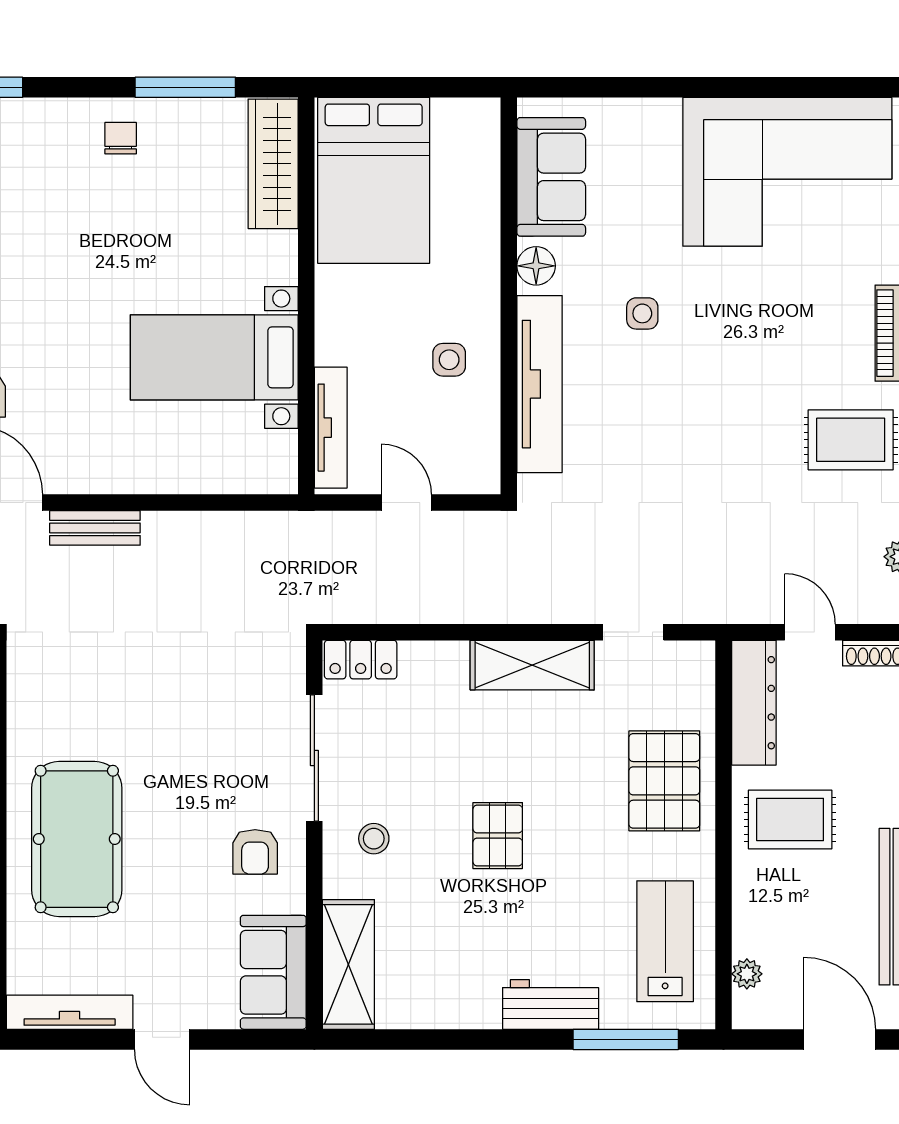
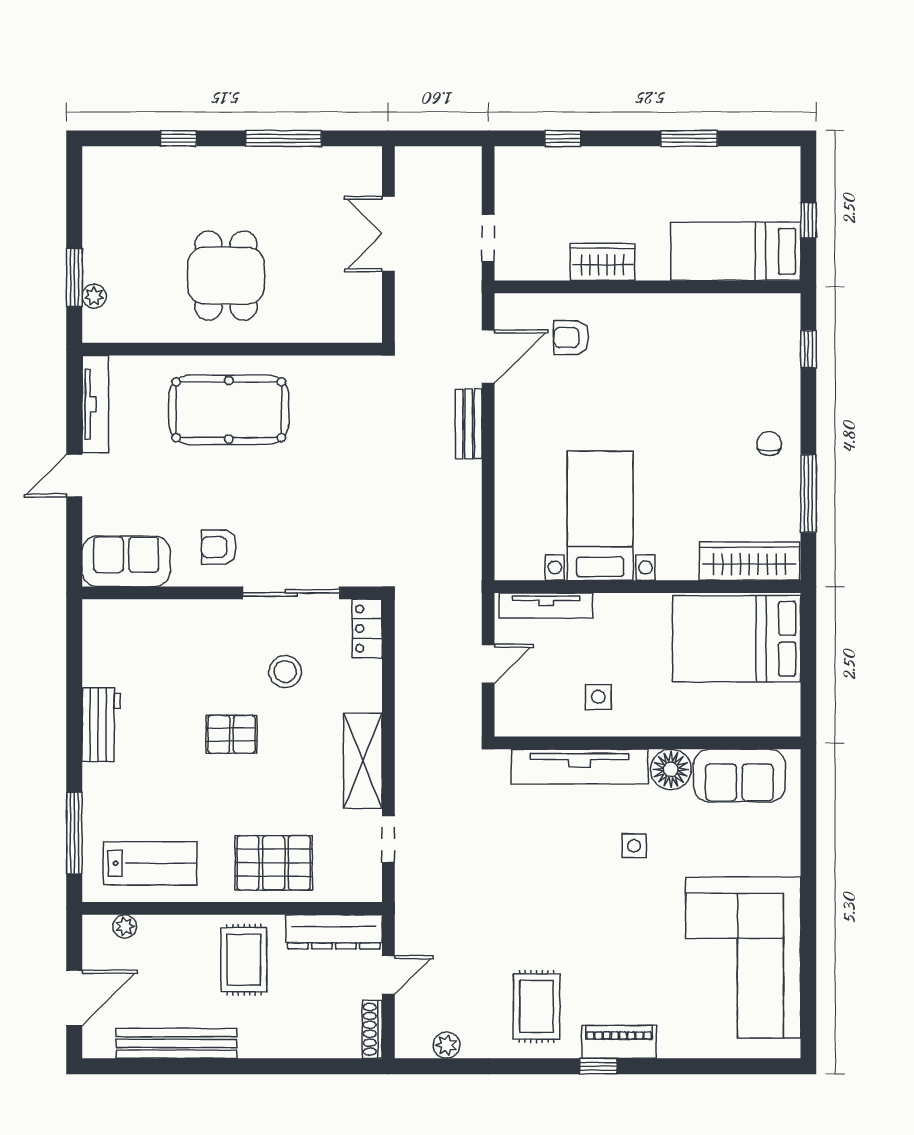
chair: (121, 138) -> (769, 444), turned -90
floor lamp: (536, 266) -> (671, 769), width x1.38, depth x1.38
stool: (374, 839) -> (285, 672), moved, width x1.37, depth x1.37
shelving: (348, 964) -> (132, 619), removed
workbench: (551, 1004) -> (101, 725), moved

